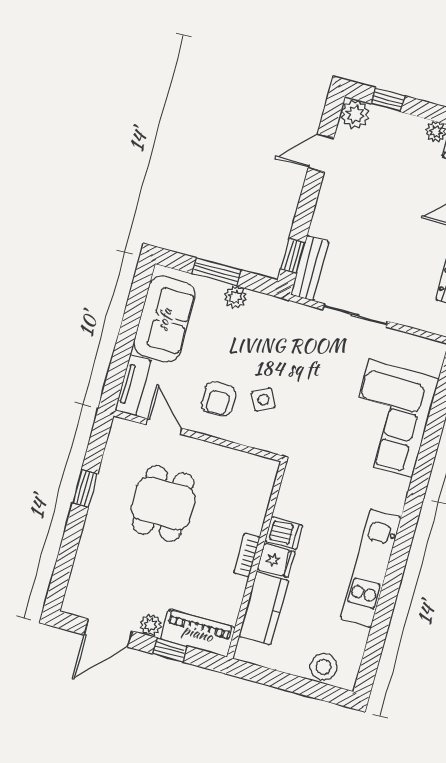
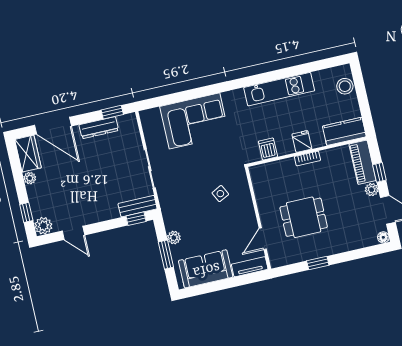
armchair: (219, 399) -> (233, 218), removed
dishwasher: (284, 533) -> (268, 149), moved
floor lamp: (71, 605) -> (383, 237), added
kitchen counter: (264, 608) -> (344, 131), moved

